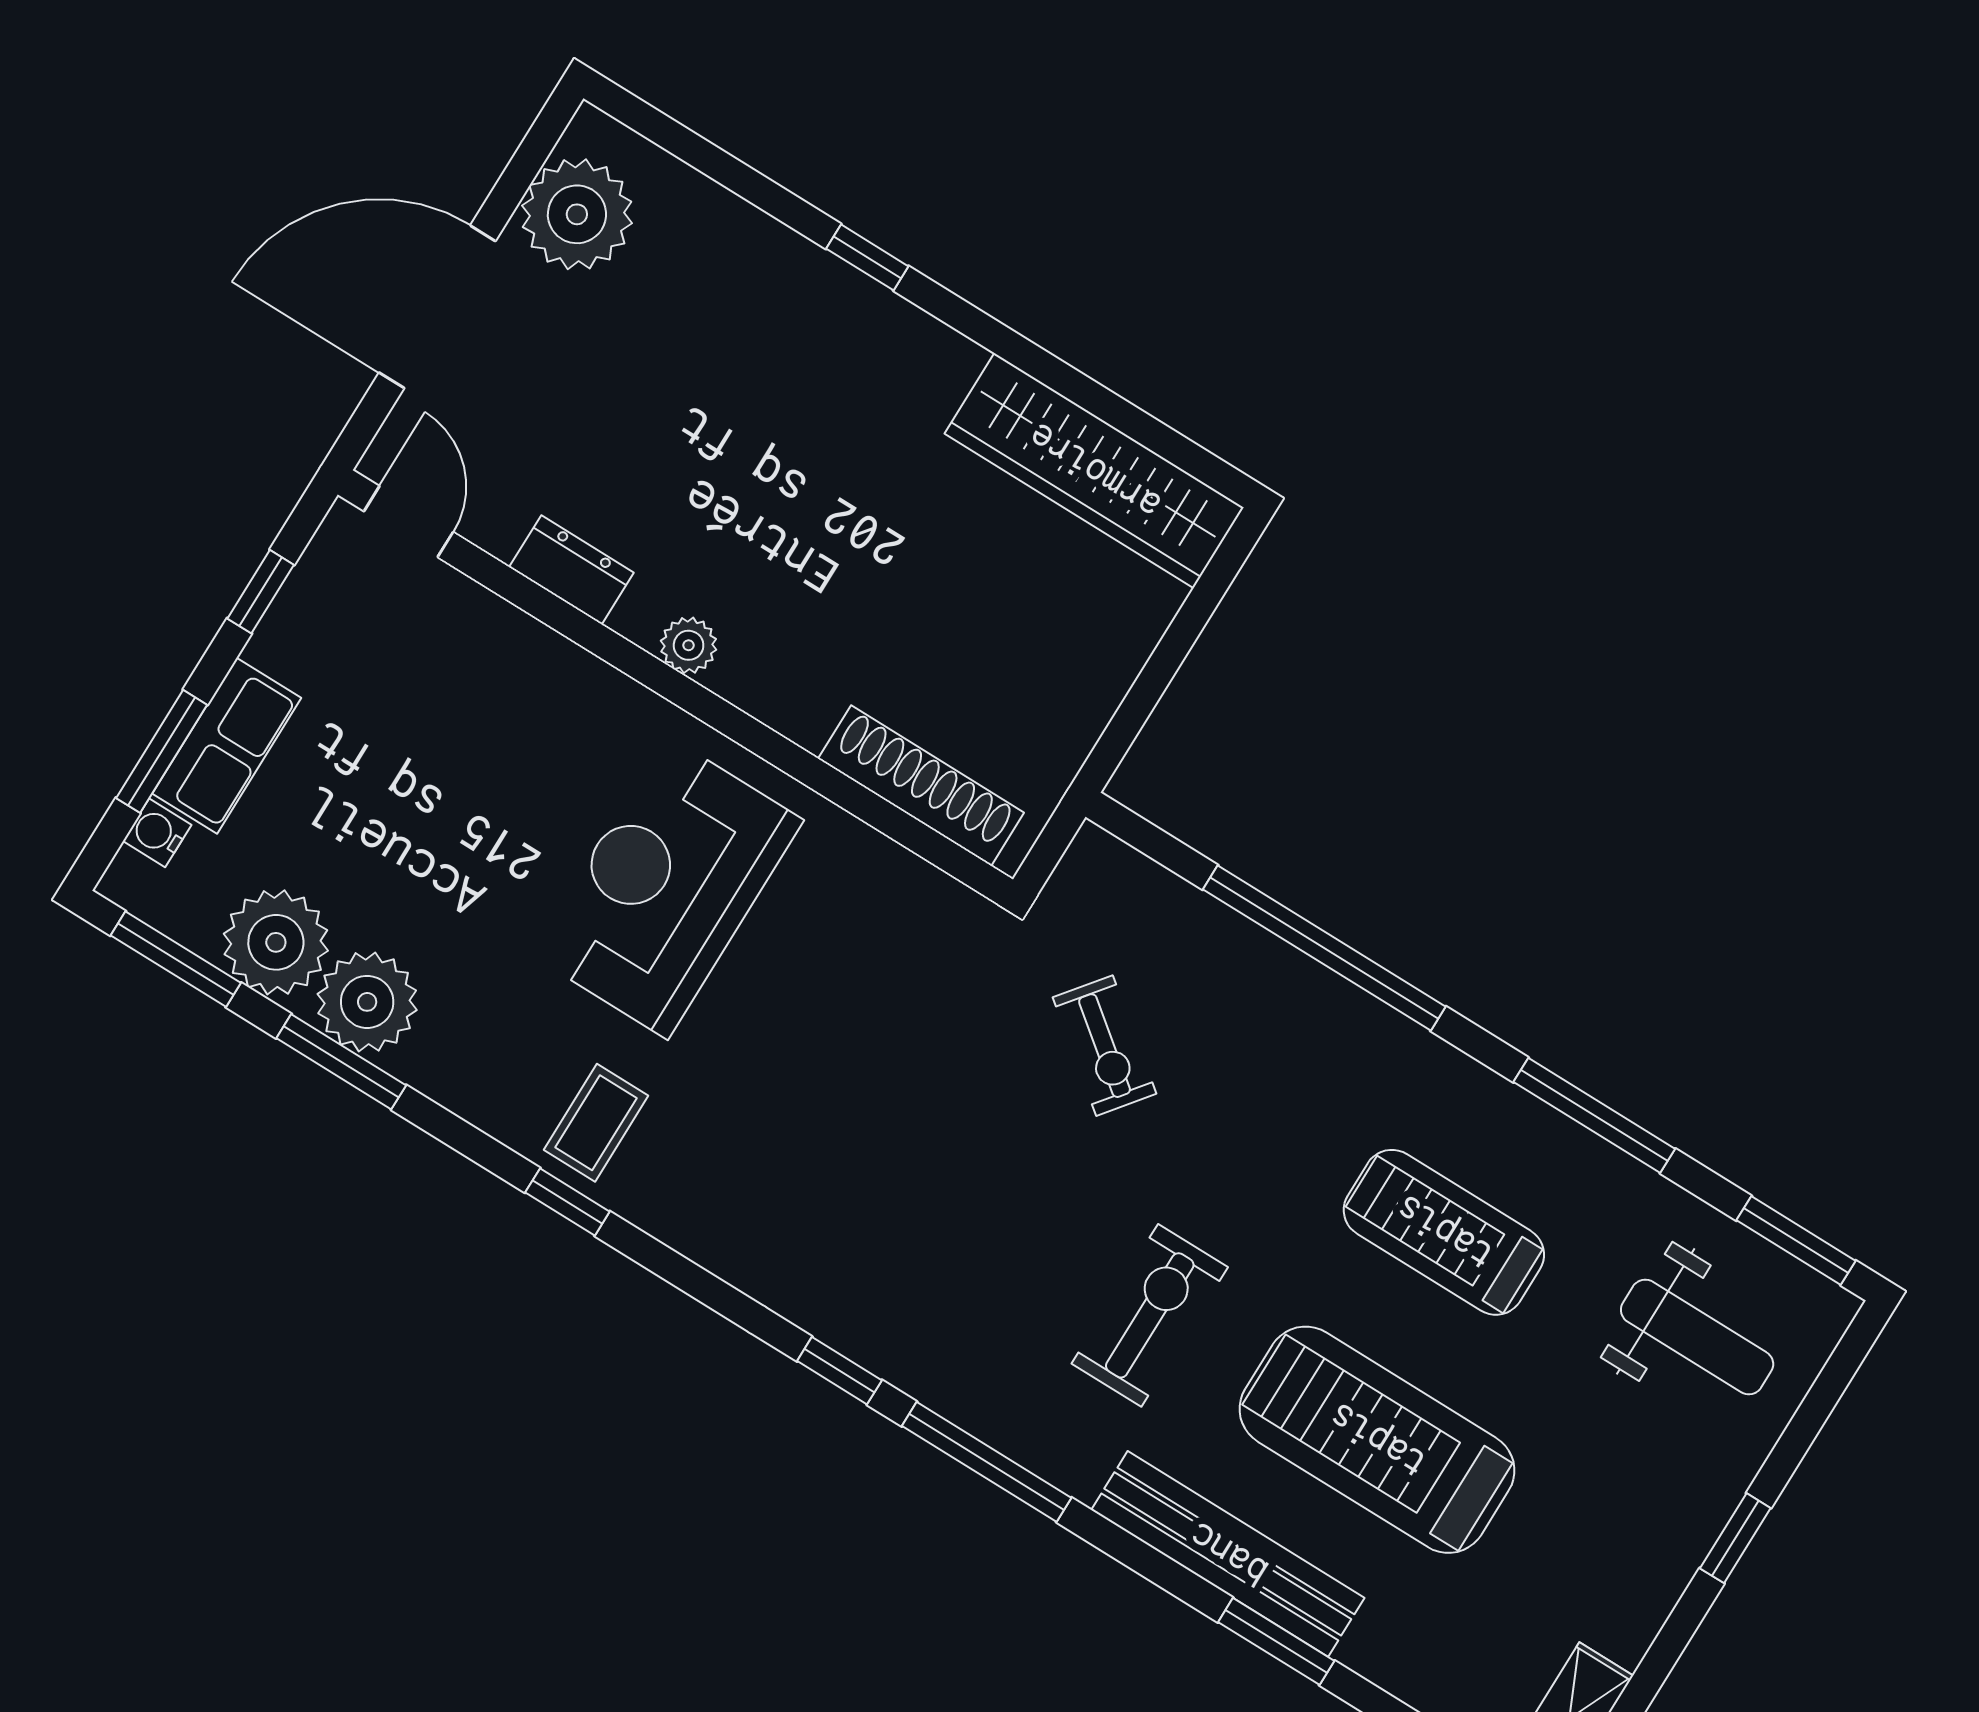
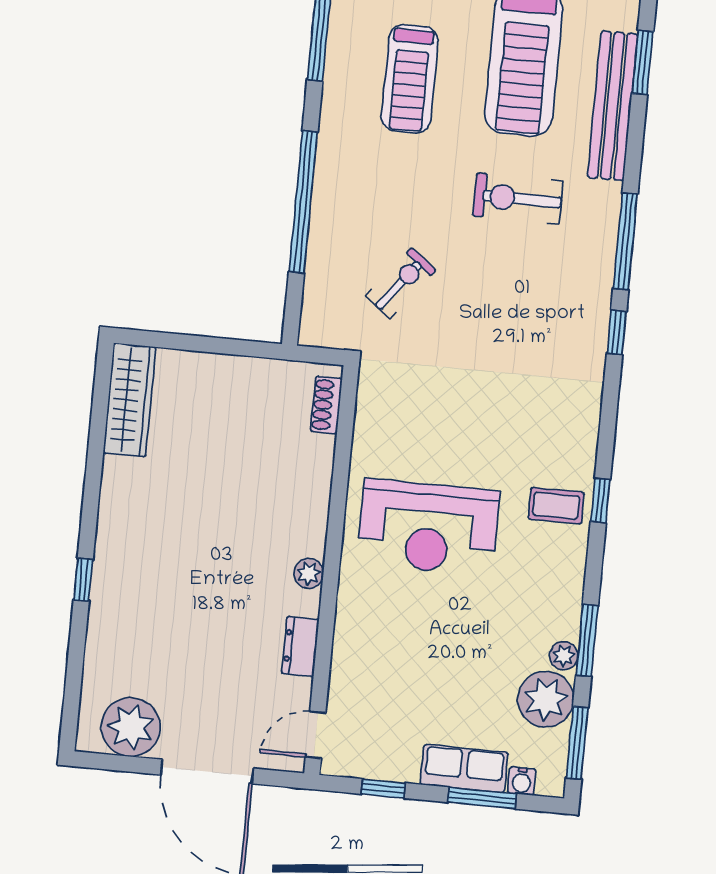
wardrobe: (1094, 471) -> (130, 400), width x0.71, depth x0.85
shoe rack: (921, 786) -> (326, 405), width x0.51, depth x0.81
plant: (367, 1002) -> (564, 656), width x0.53, depth x0.53

